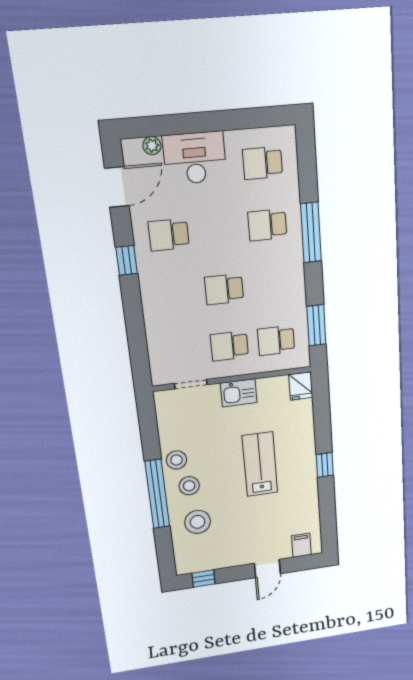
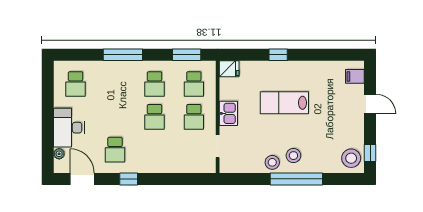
school desk: (267, 225) -> (154, 84), moved
window: (325, 465) -> (278, 55), moved
stool: (198, 522) -> (351, 158), moved

